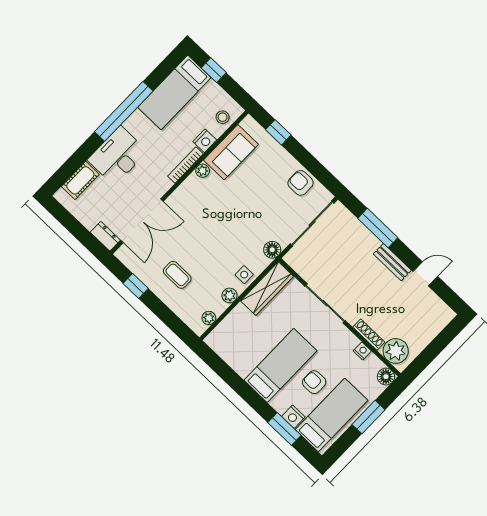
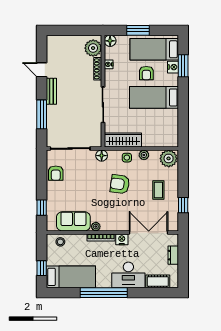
nightstand: (205, 141) -> (122, 239), moved
dresser: (105, 236) -> (173, 255), moved
armchair: (223, 240) -> (120, 184), added
plant: (209, 318) -> (169, 158), width x1.88, depth x1.88

